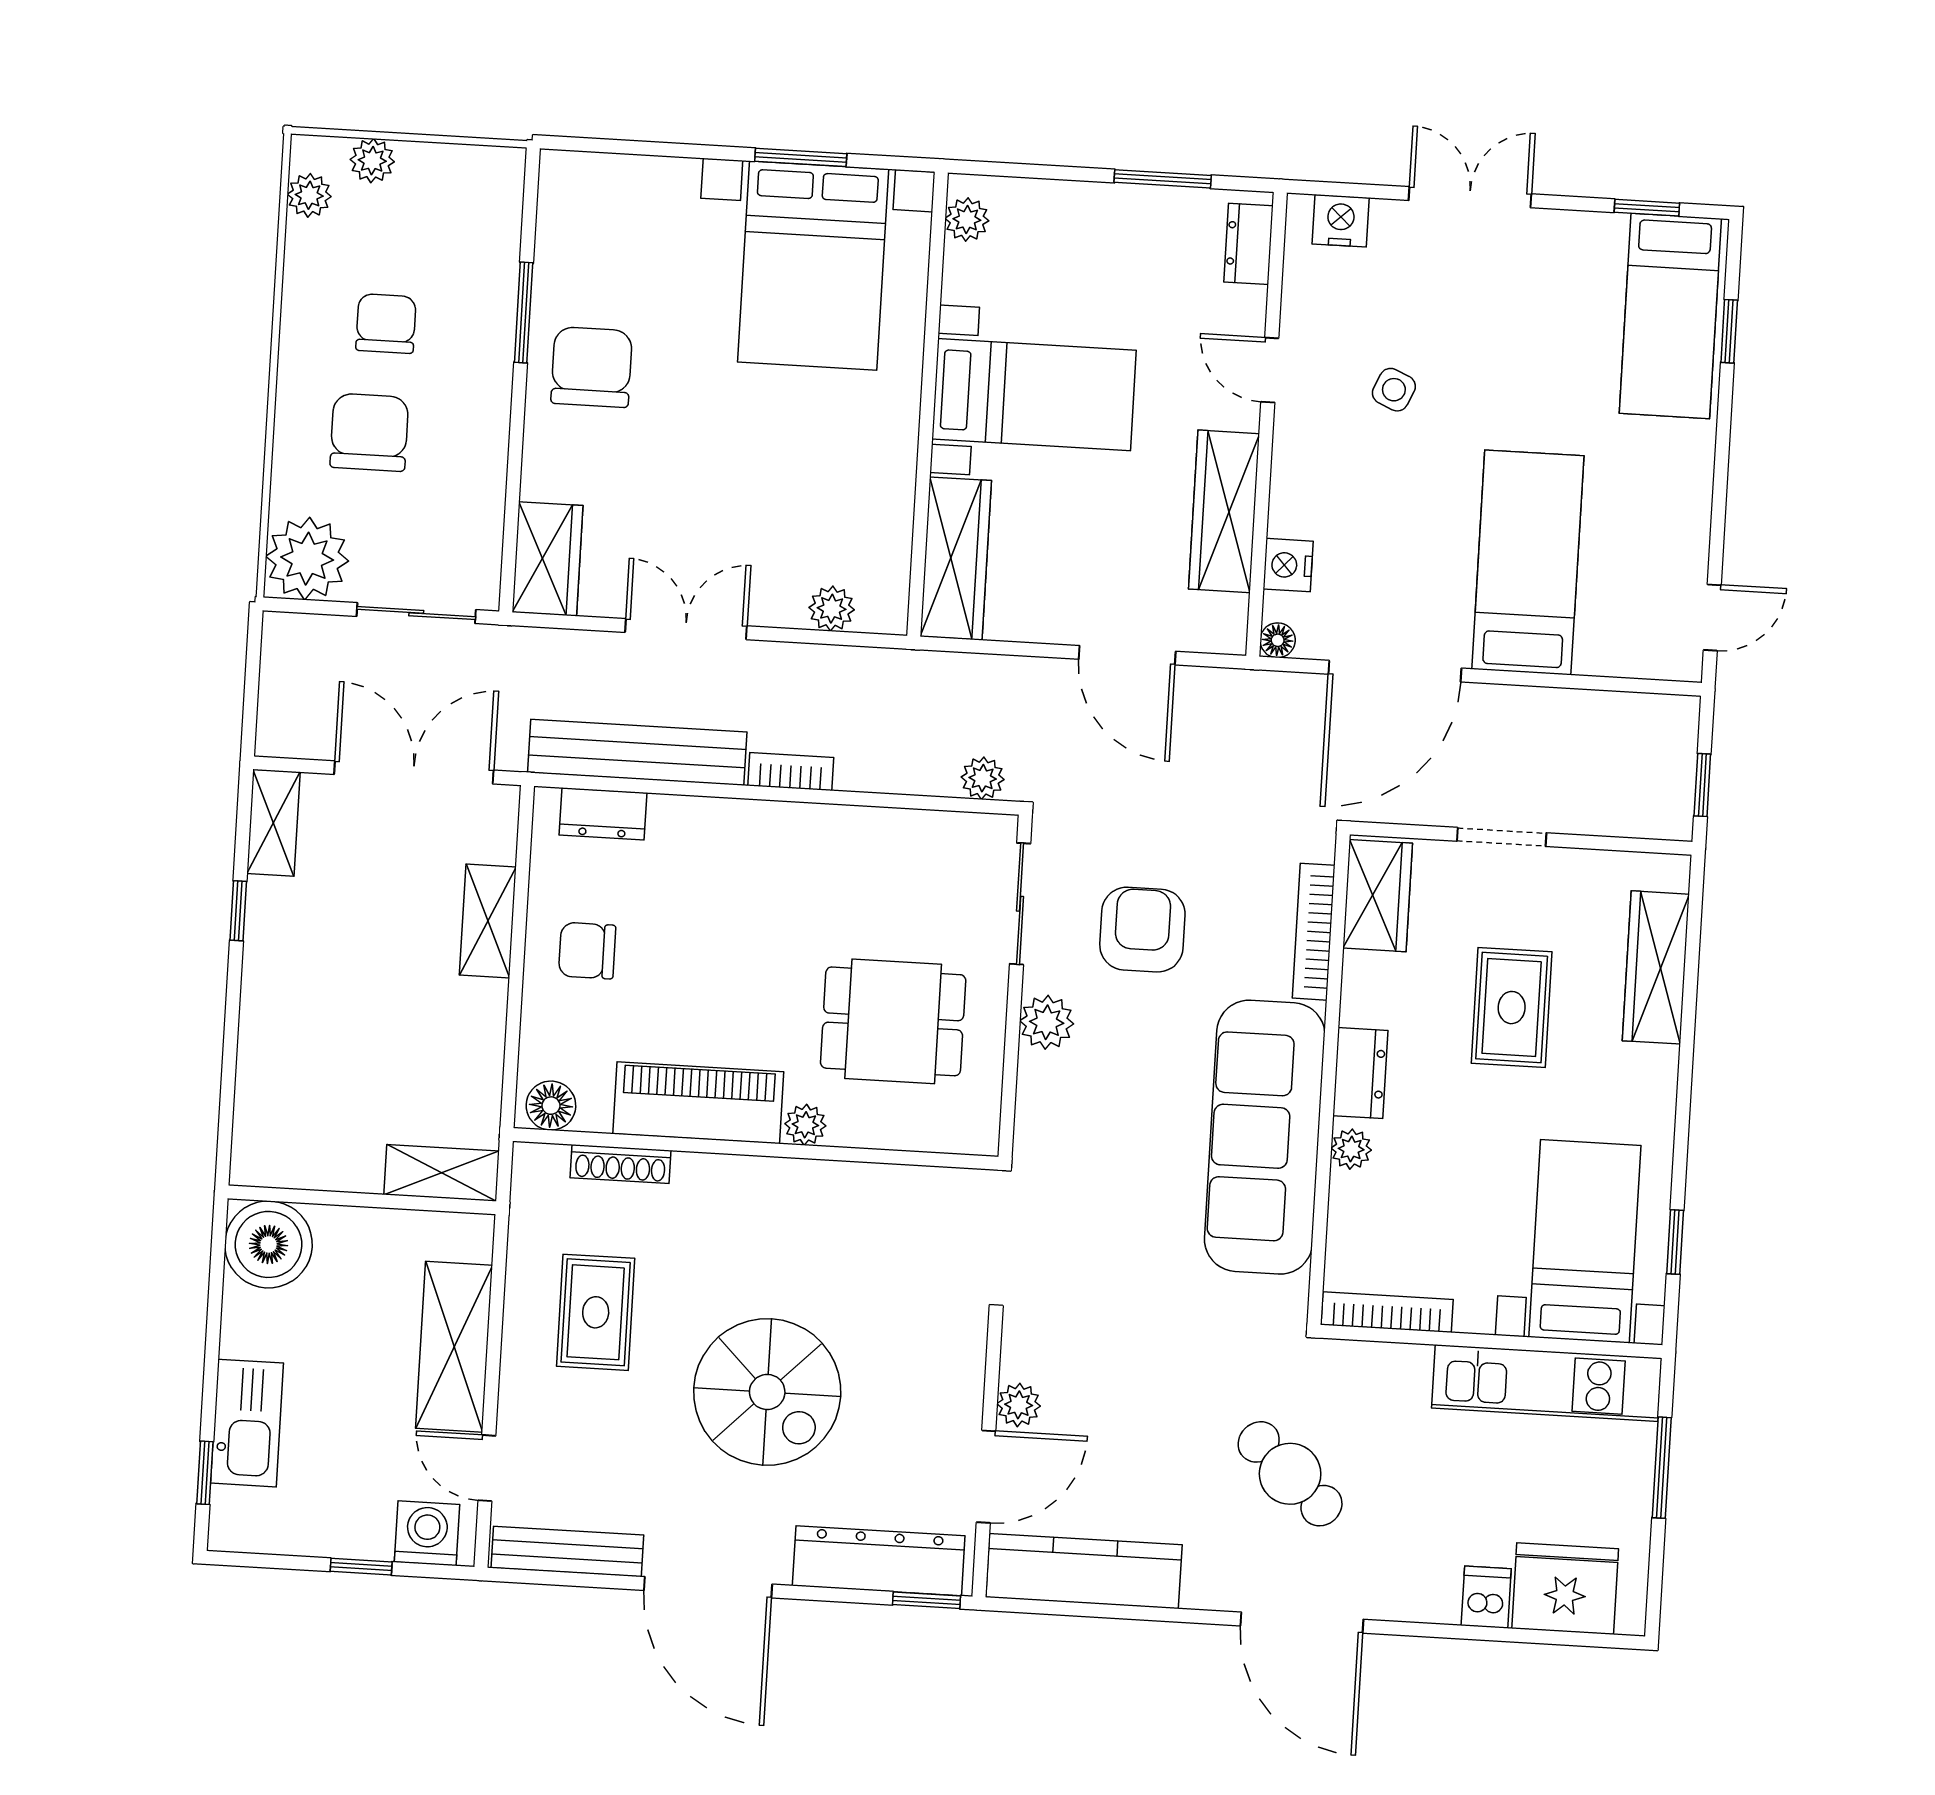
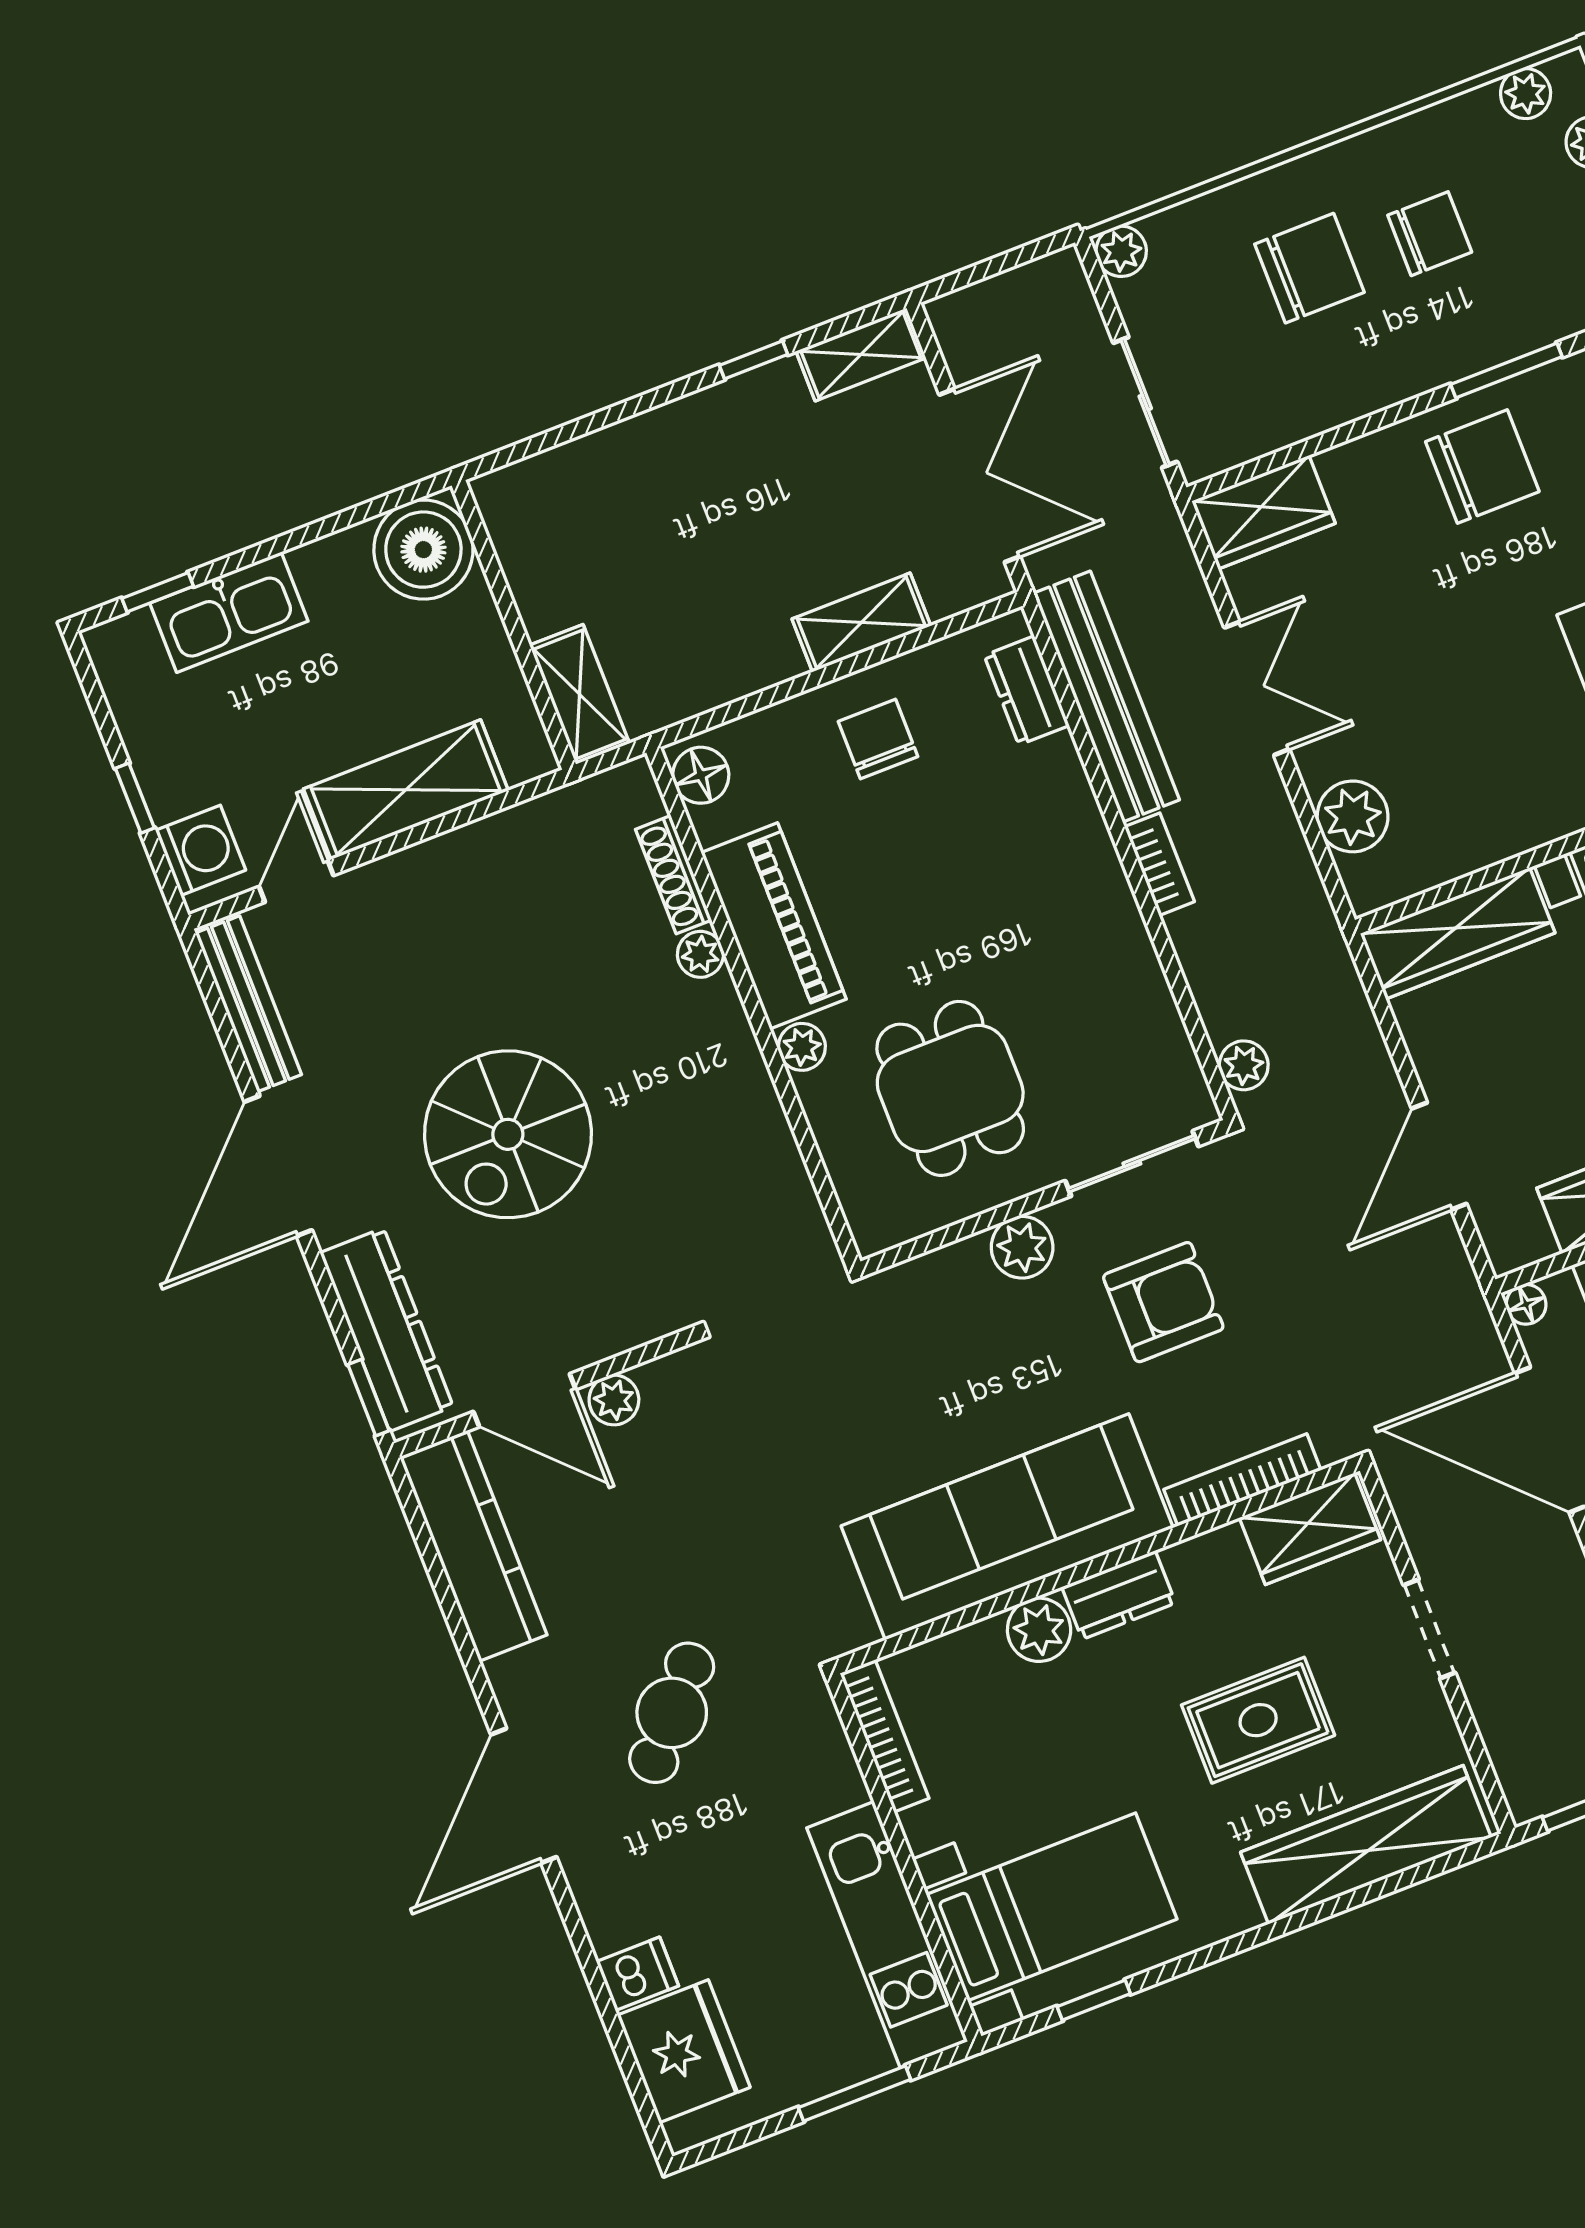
plant: (307, 559) -> (1121, 251), width x0.53, depth x0.53
plant: (832, 609) -> (1353, 816), width x1.38, depth x1.38
wardrobe: (1656, 967) -> (1366, 1845), width x1.40, depth x1.17
plant: (1351, 1149) -> (1039, 1630), width x1.38, depth x1.38
plant: (694, 1172) -> (700, 954), added
rug: (596, 1312) -> (509, 919), removed

